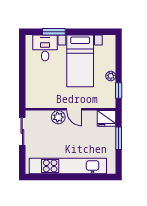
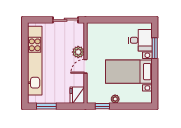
window: (119, 138) -> (46, 106), moved

